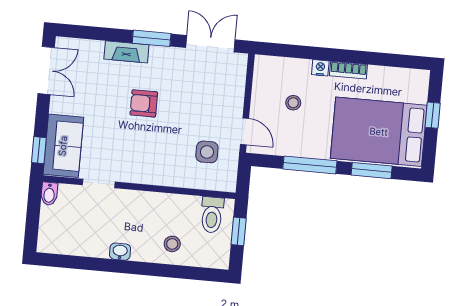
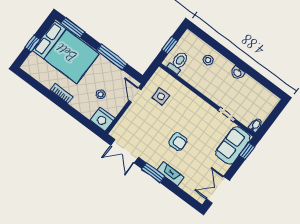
nightstand: (320, 68) -> (103, 119), moved, width x1.89, depth x1.79
window: (372, 171) -> (73, 28), moved

